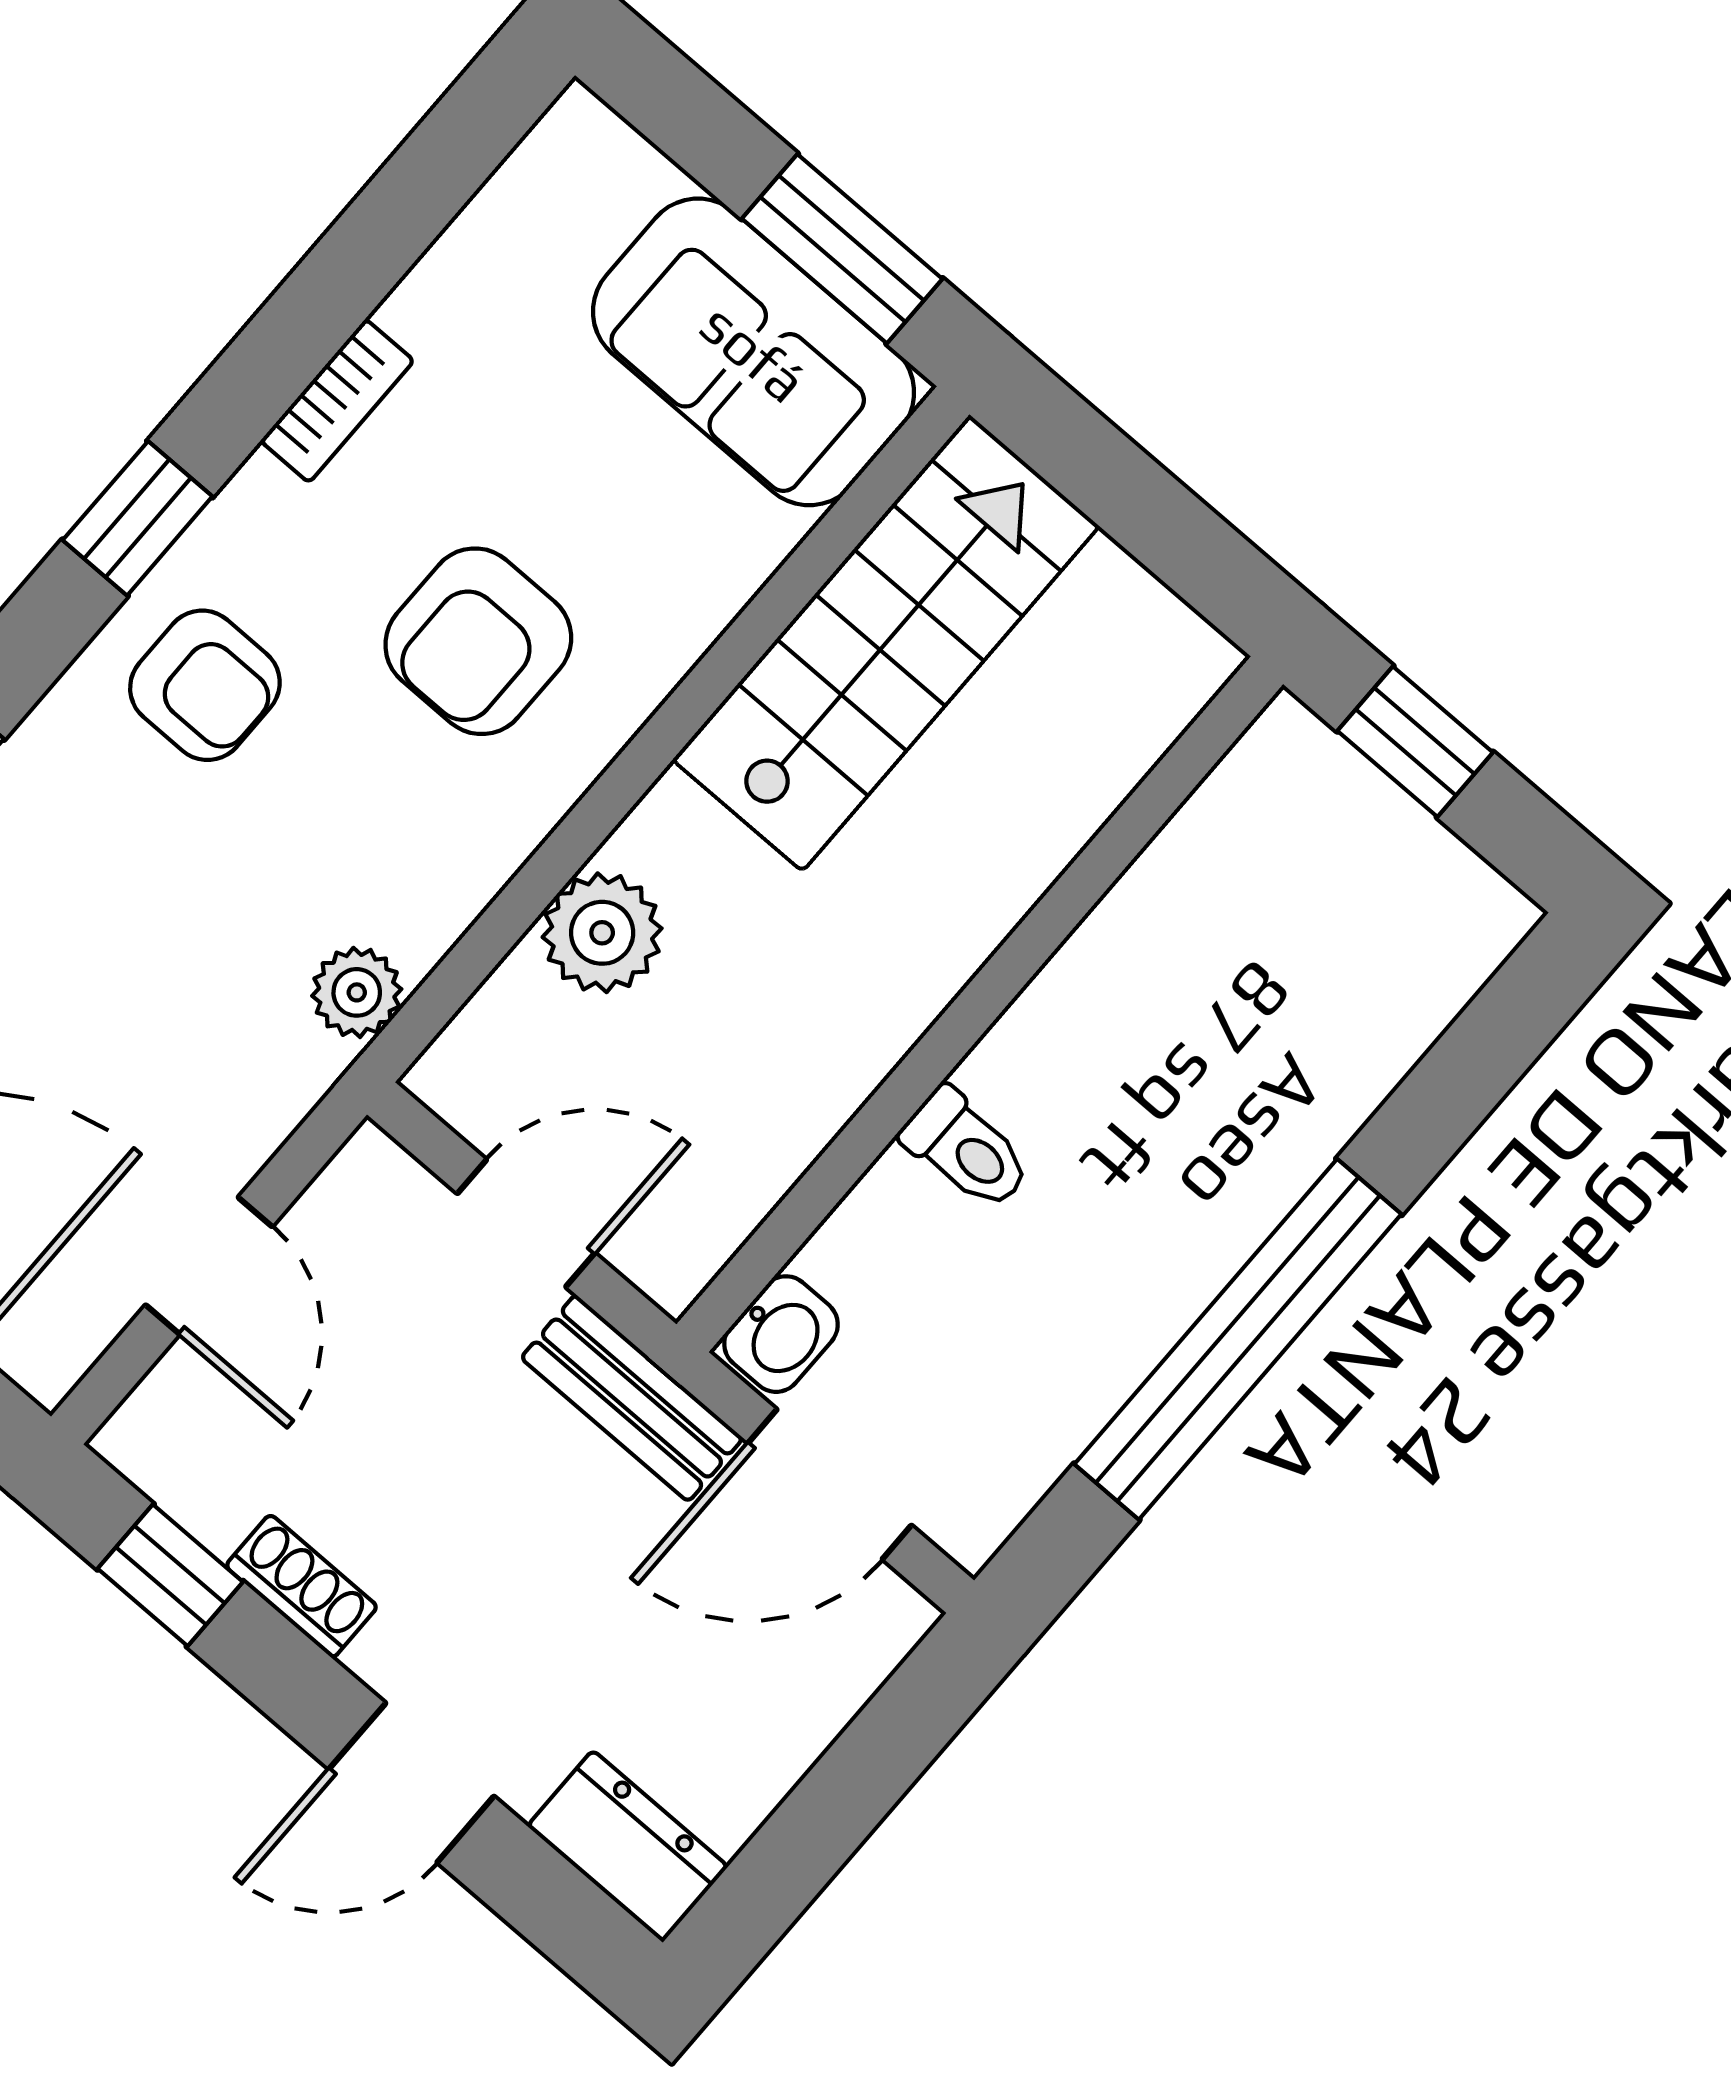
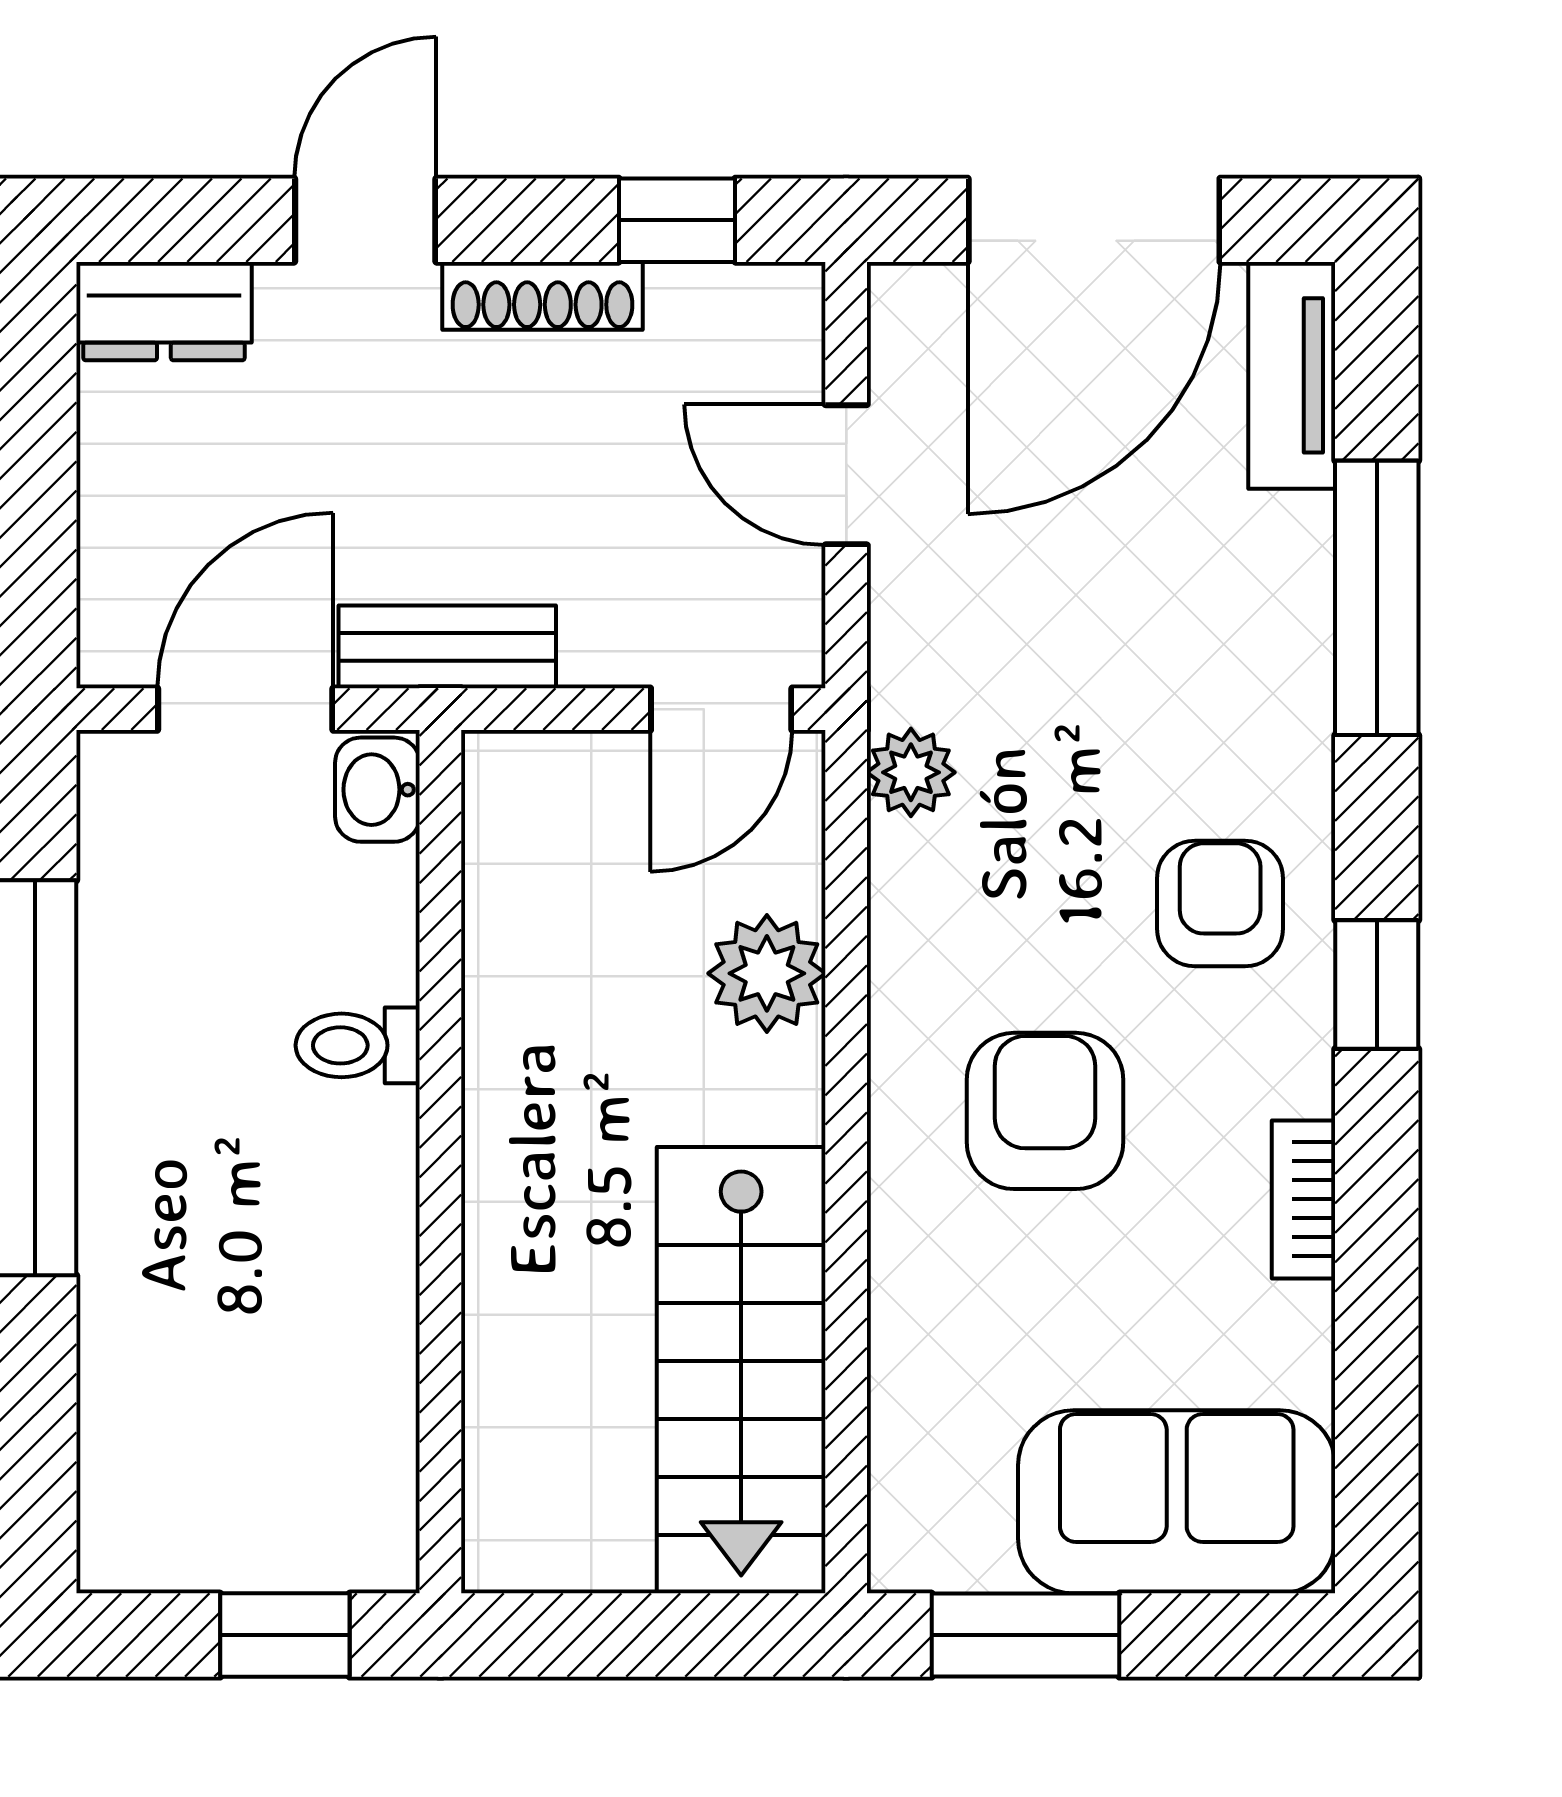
sofa: (754, 352) -> (1177, 1502), moved
armchair: (205, 685) -> (1220, 903), turned 90
door: (526, 1223) -> (721, 709), moved
shoe rack: (301, 1586) -> (542, 296), width x1.43

